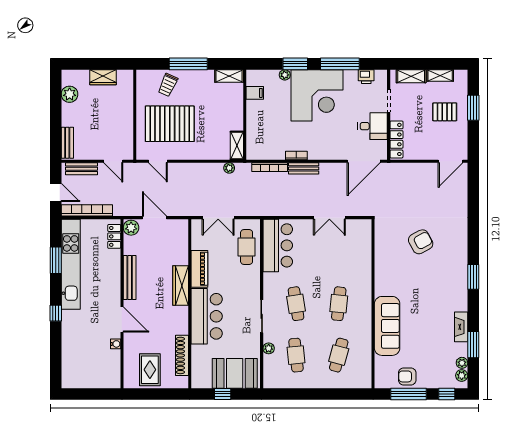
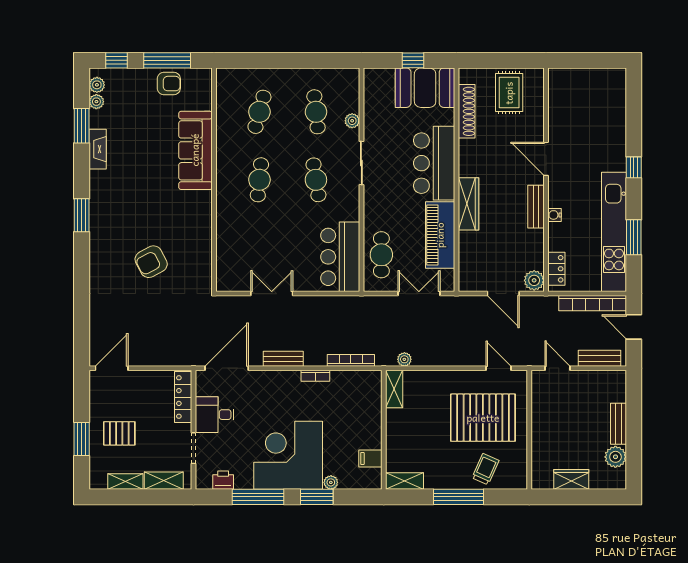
bench: (67, 143) -> (618, 424), moved
bench: (304, 168) -> (283, 359), moved
piano: (199, 269) -> (440, 235), width x1.37, depth x1.33
bench: (130, 278) -> (536, 207), width x0.73
water cooler: (116, 344) -> (555, 215), moved
booth: (235, 373) -> (425, 88), moved

